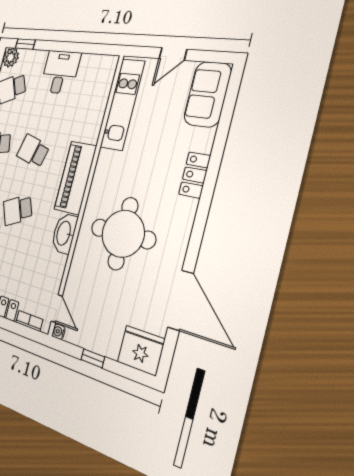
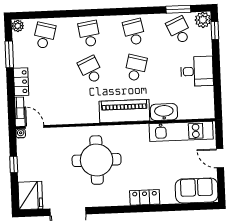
washbasin: (64, 233) -> (164, 112), moved
door: (57, 309) -> (35, 127), swing flipped

